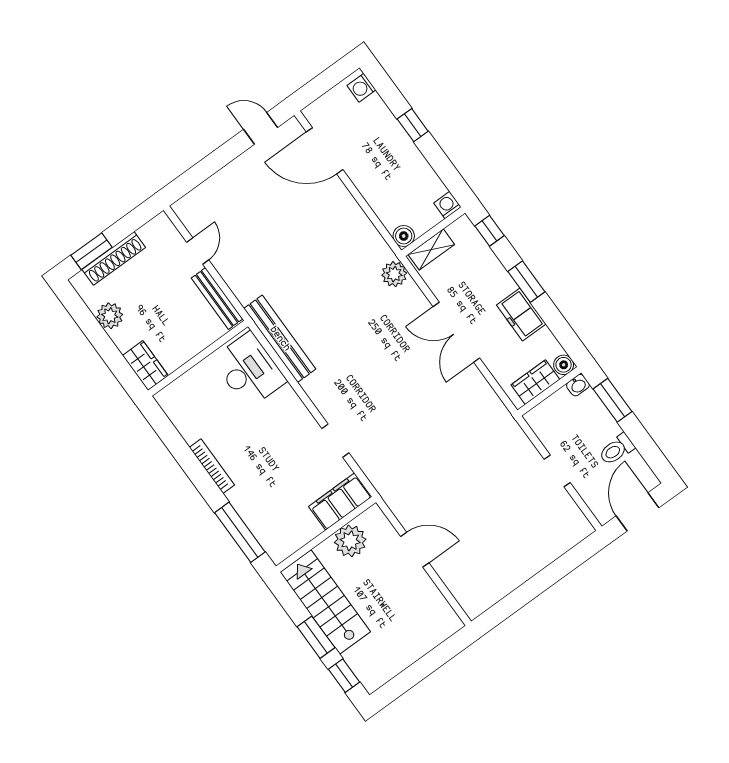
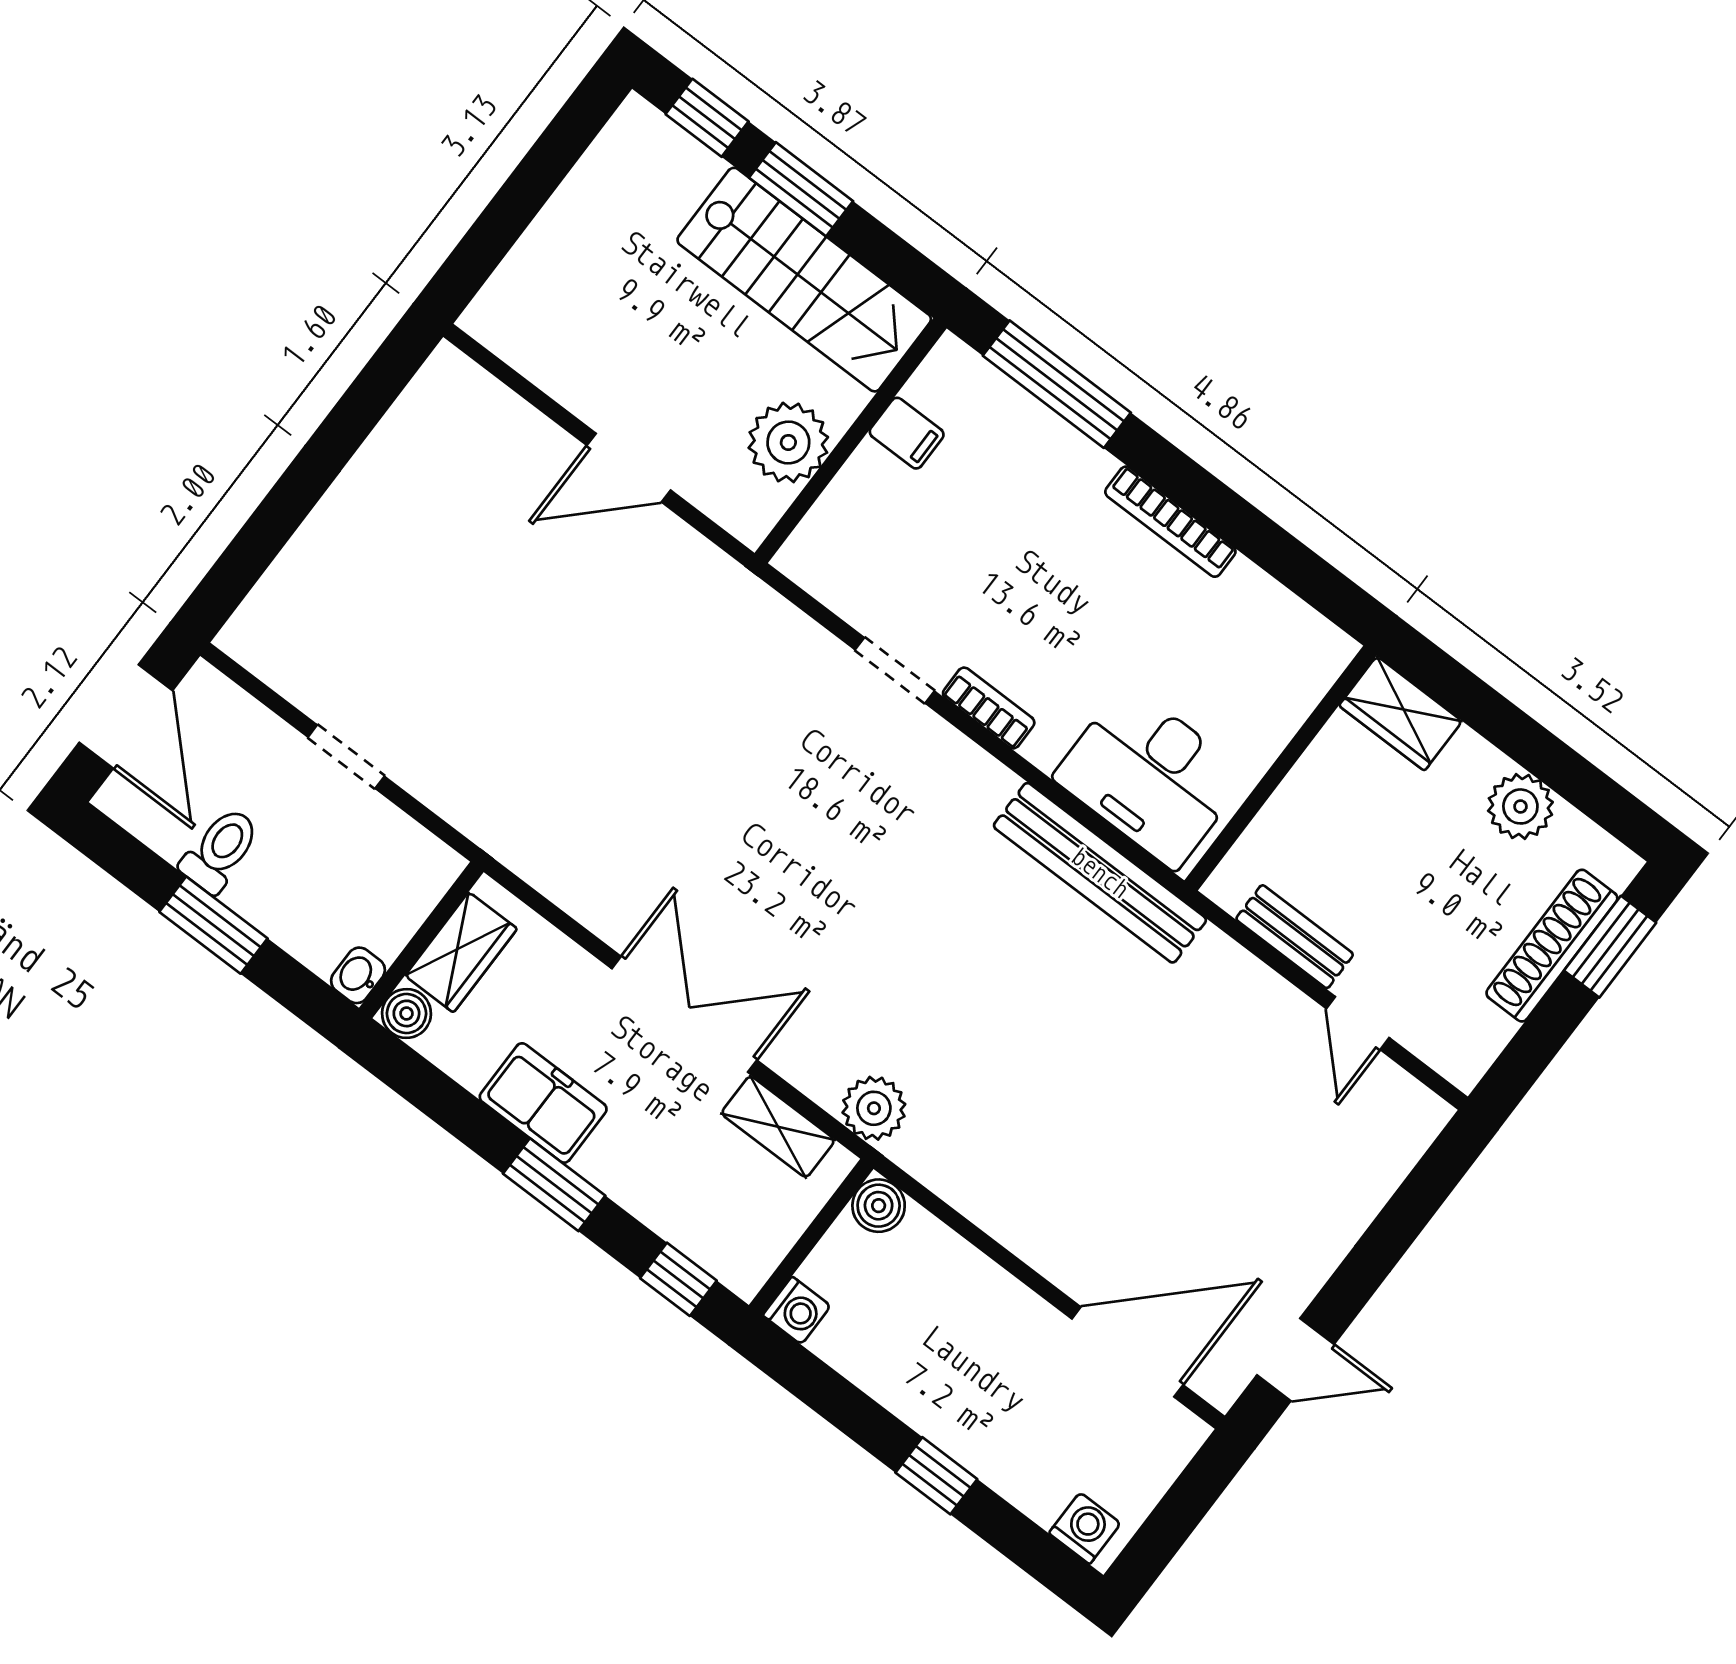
shelving: (431, 249) -> (778, 1127), moved, turned 90
bench: (217, 299) -> (1295, 937), width x0.73
window: (613, 400) -> (213, 925), moved
bookcase: (304, 415) -> (989, 708), added
filing cabinet: (340, 502) -> (907, 433), moved, width x0.33, depth x0.86

